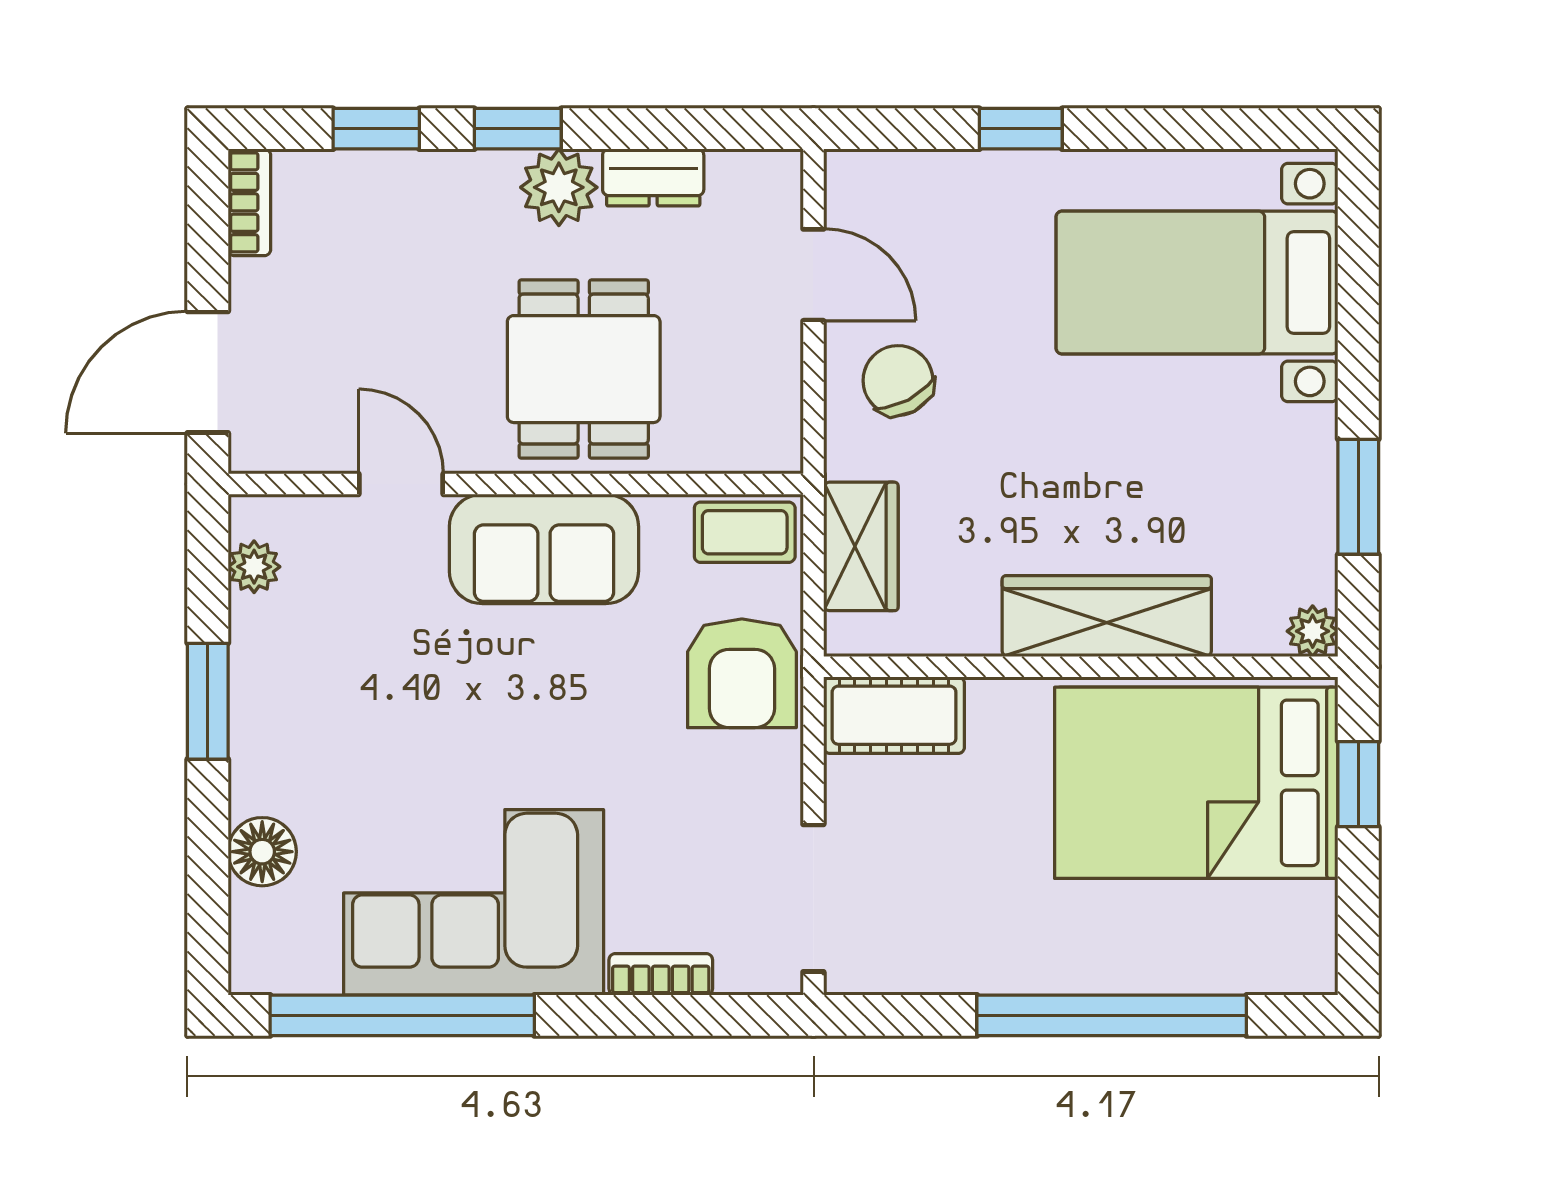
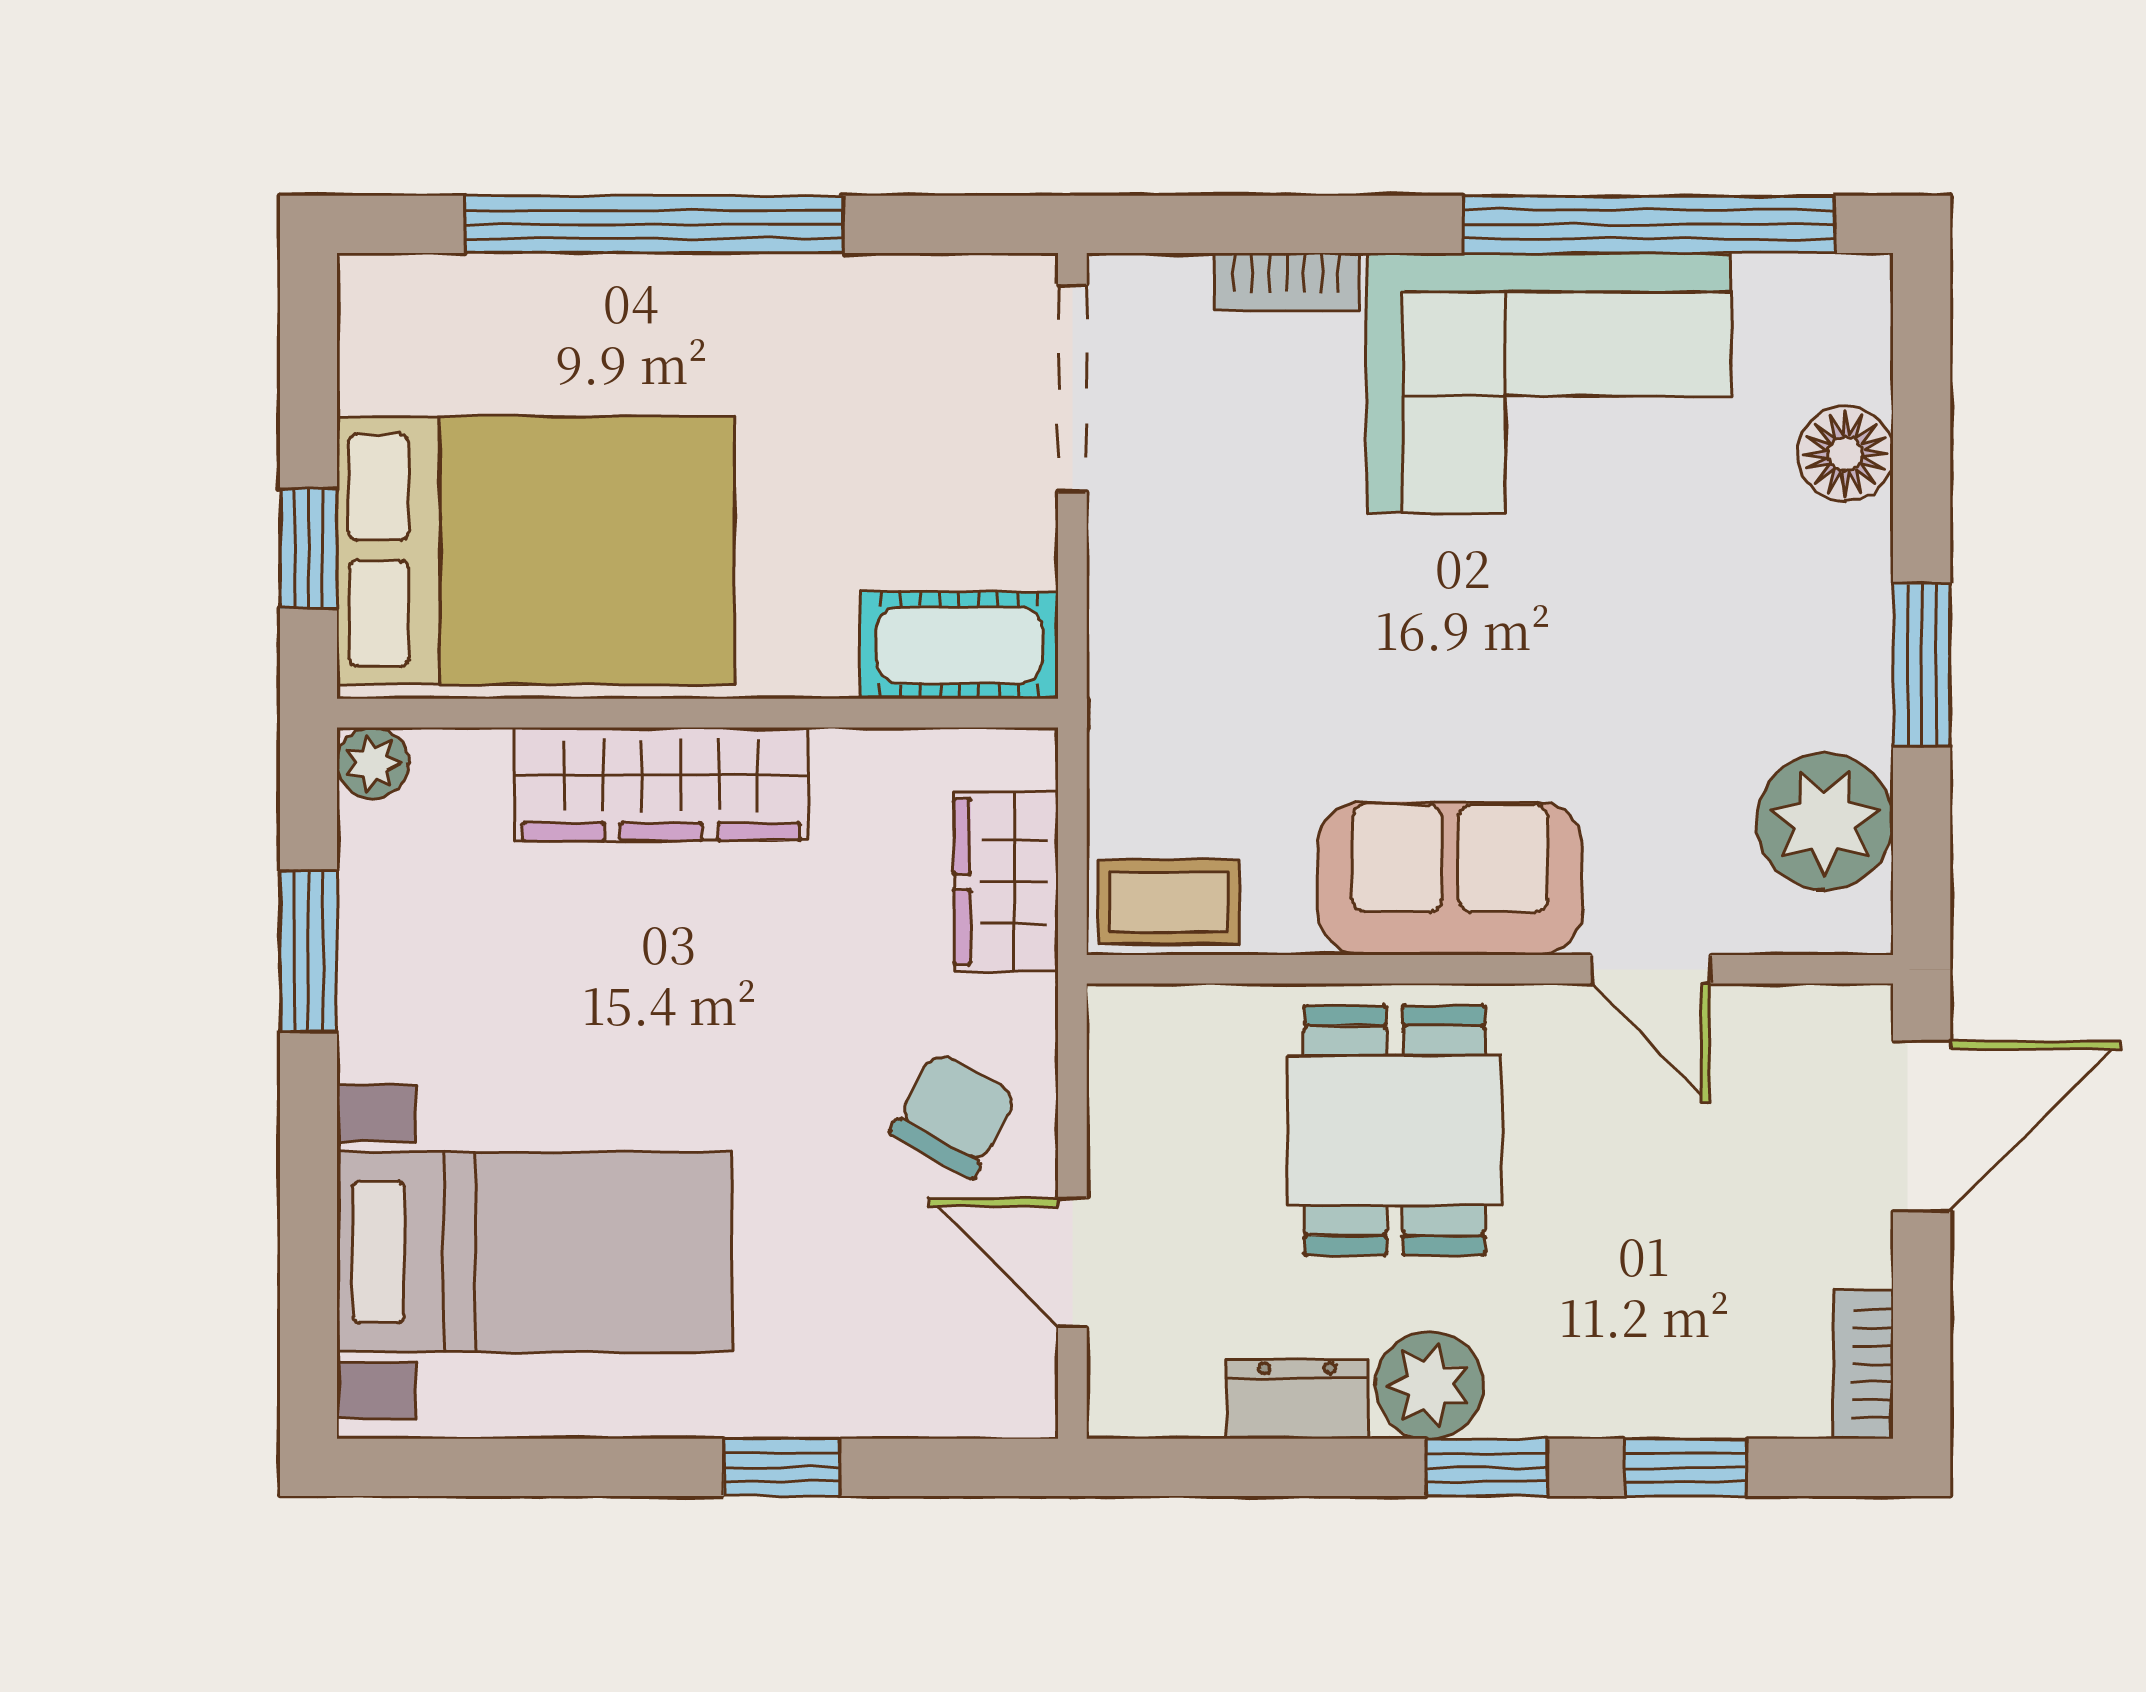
chair: (898, 380) -> (954, 1114), turned -123
plant: (254, 567) -> (1825, 821), width x1.88, depth x1.88
armchair: (742, 673) -> (1173, 704), removed

